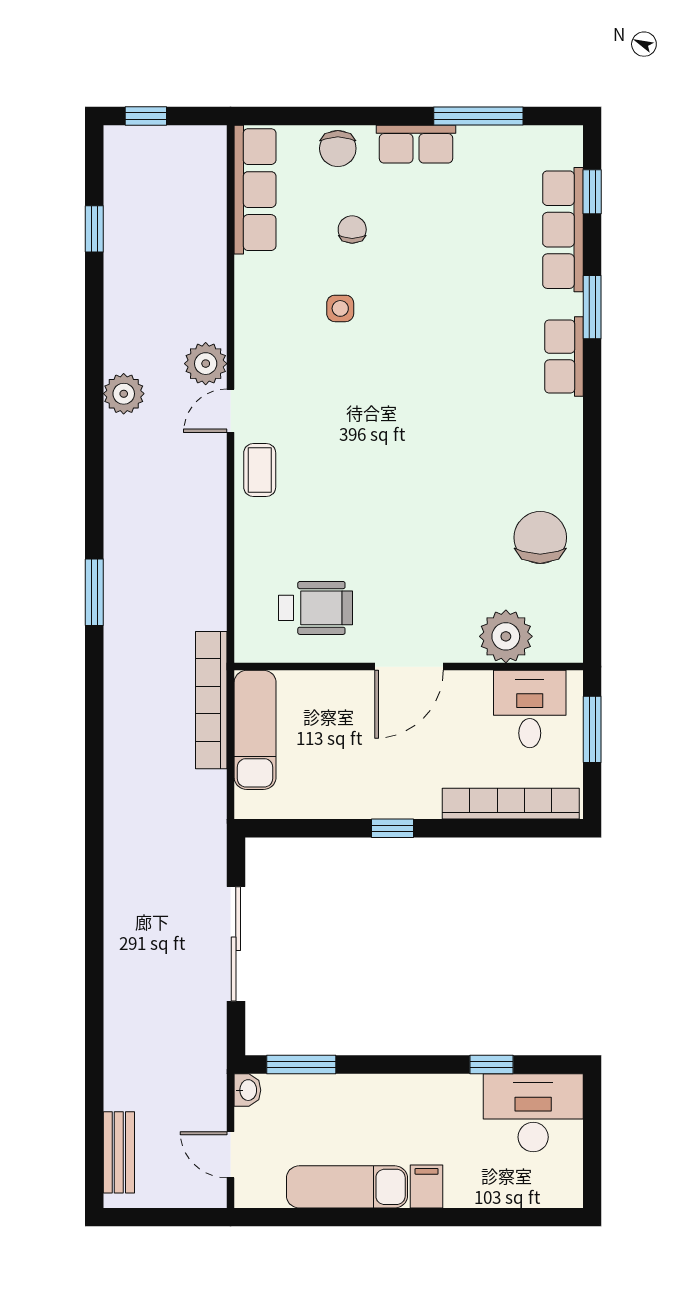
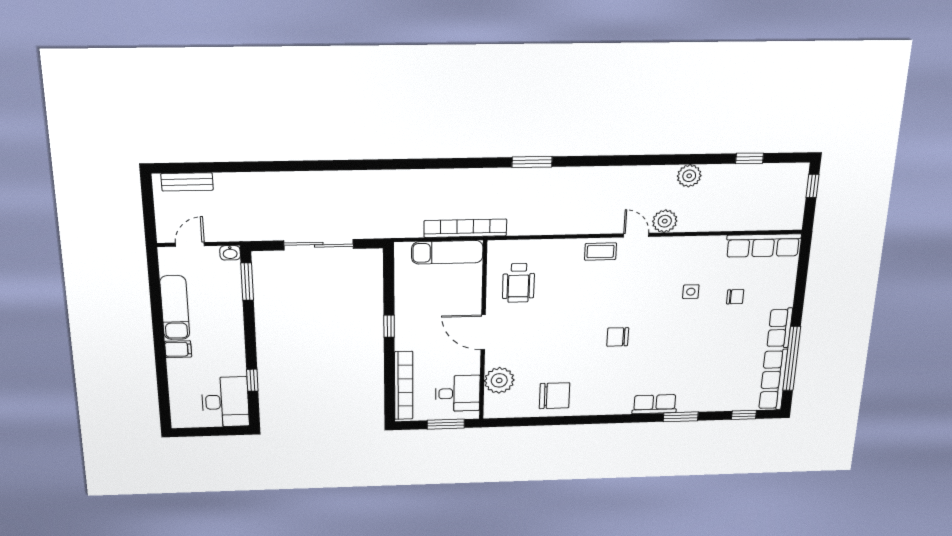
window: (478, 116) -> (792, 359), width x1.46
chair: (338, 148) -> (618, 337), moved
row of seats: (563, 230) -> (773, 380), moved, turned -90
plant: (124, 394) -> (689, 176), moved

